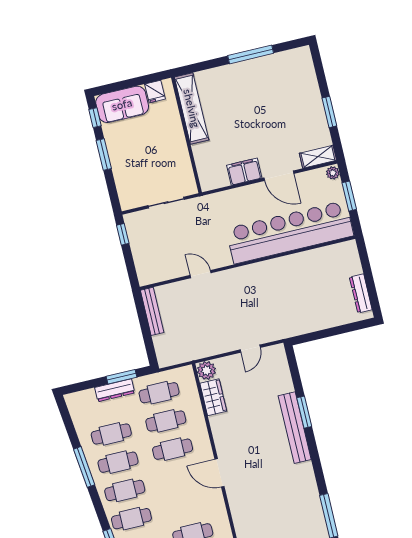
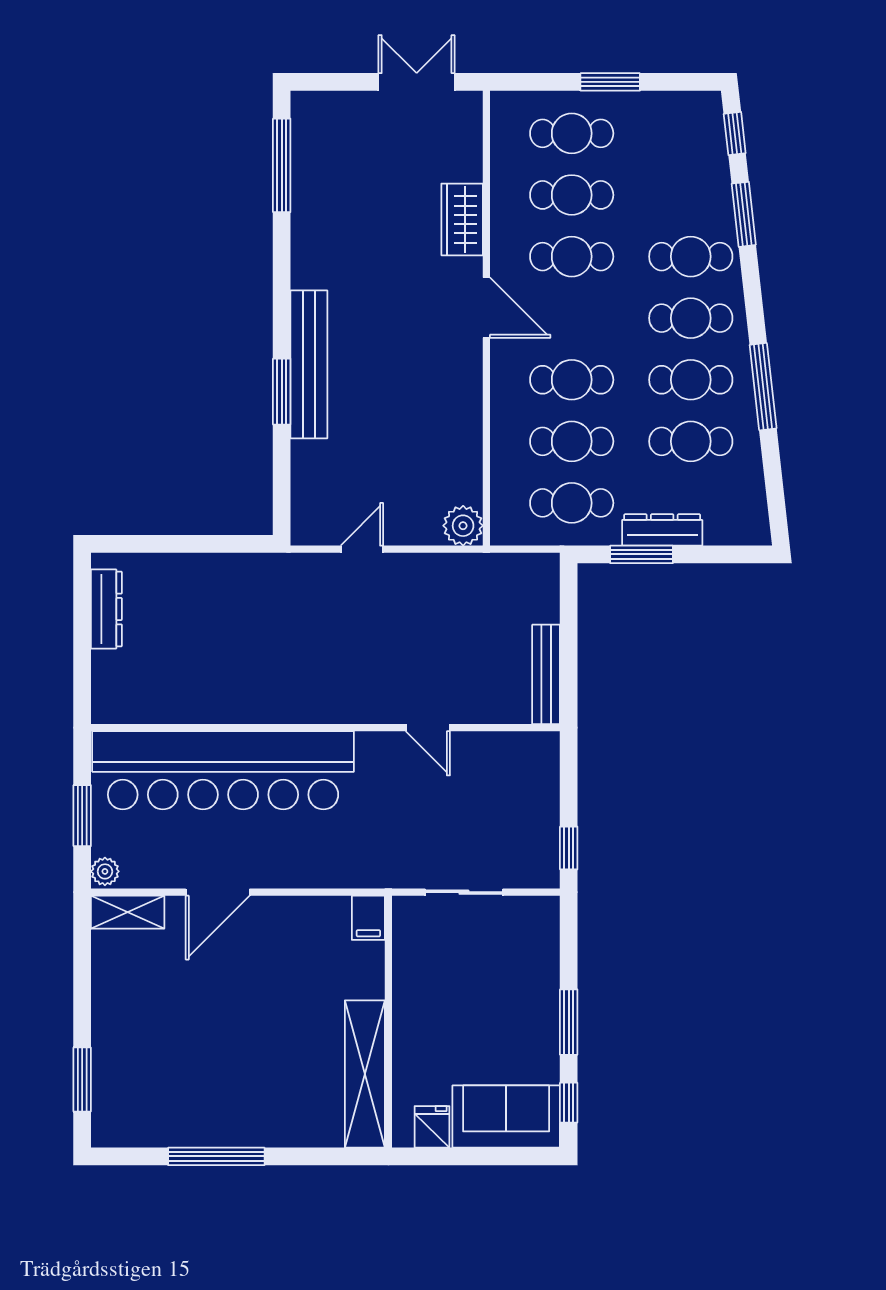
window: (329, 112) -> (82, 1079), moved
filing cabinet: (244, 172) -> (368, 918), moved, width x0.50
door: (279, 176) -> (218, 892), swing flipped
wardrobe: (213, 397) -> (462, 219), moved
cafe table: (186, 506) -> (572, 257), added

